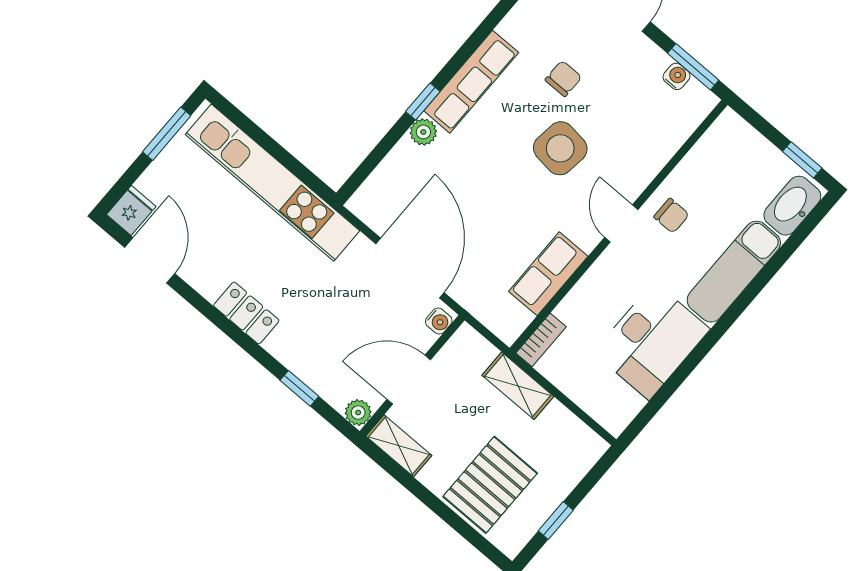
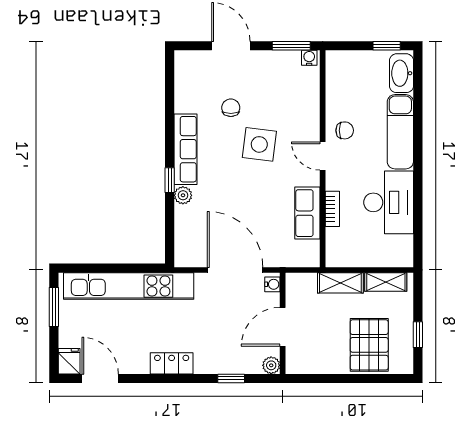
water cooler: (677, 76) -> (309, 58), moved
bookcase: (541, 340) -> (332, 209), moved
shelving: (399, 446) -> (386, 282), moved

